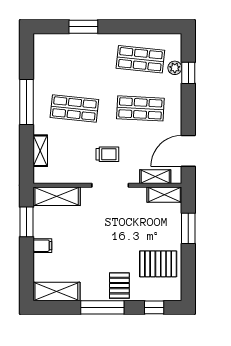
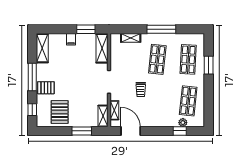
shop shelf: (140, 108) -> (188, 59), moved
trolley: (107, 154) -> (141, 89), moved

